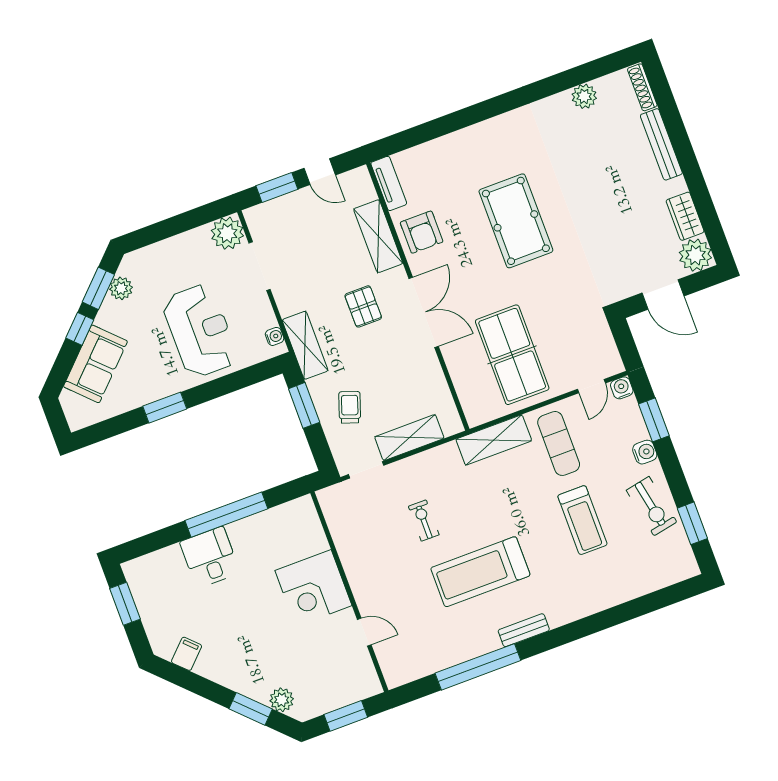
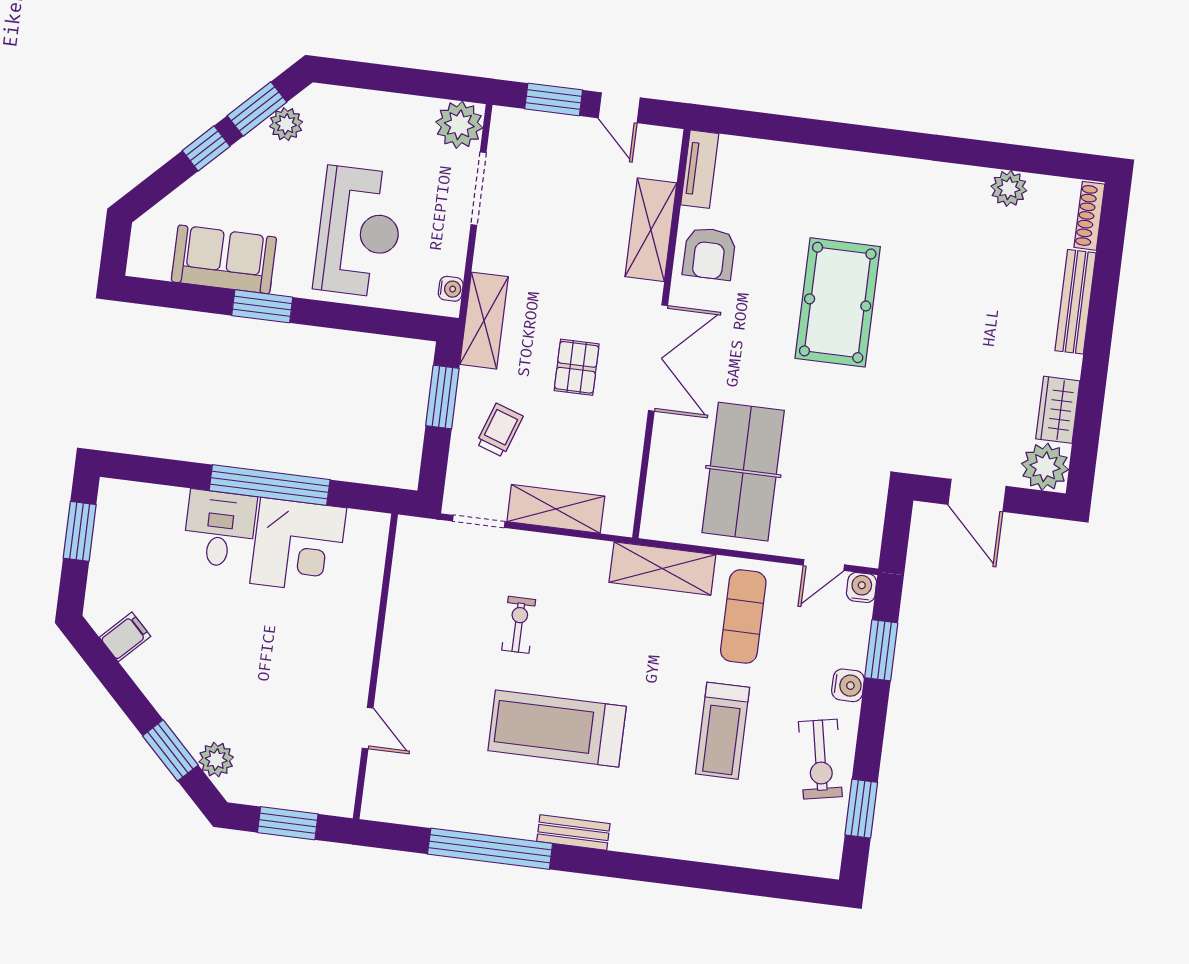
pallet: (363, 306) -> (577, 367), moved
sofa: (95, 364) -> (224, 259), moved, turned -135
corner desk: (313, 588) -> (298, 546), moved, turned -90

